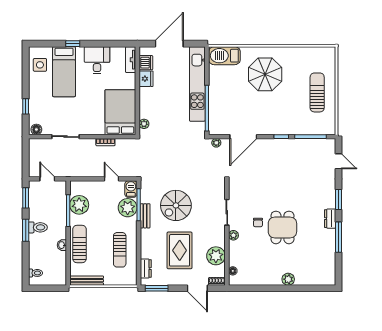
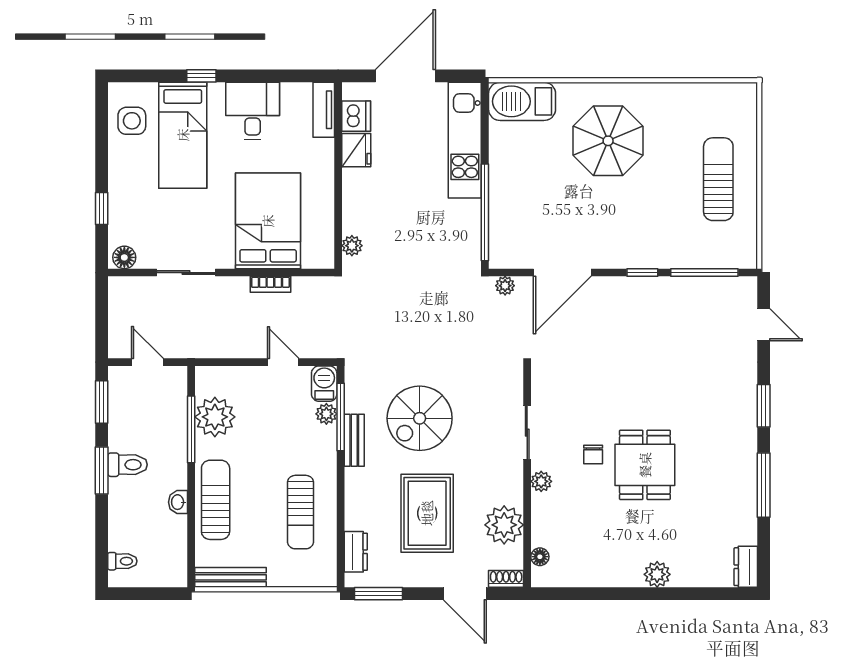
kitchen unit: (197, 84) -> (465, 140), width x0.73
bed: (120, 112) -> (268, 221), moved
plant: (128, 208) -> (326, 414), width x0.53, depth x0.53
dresser: (330, 219) -> (746, 567), moved

